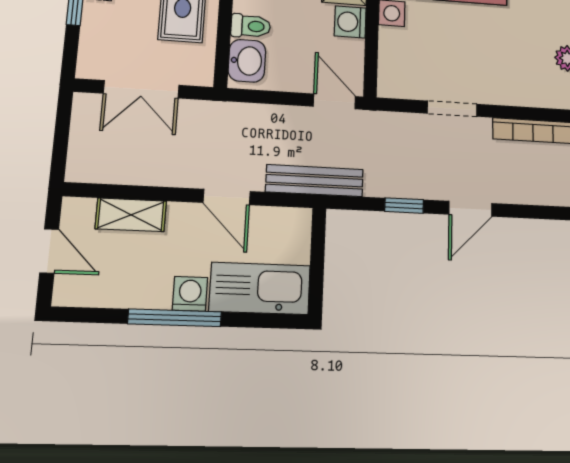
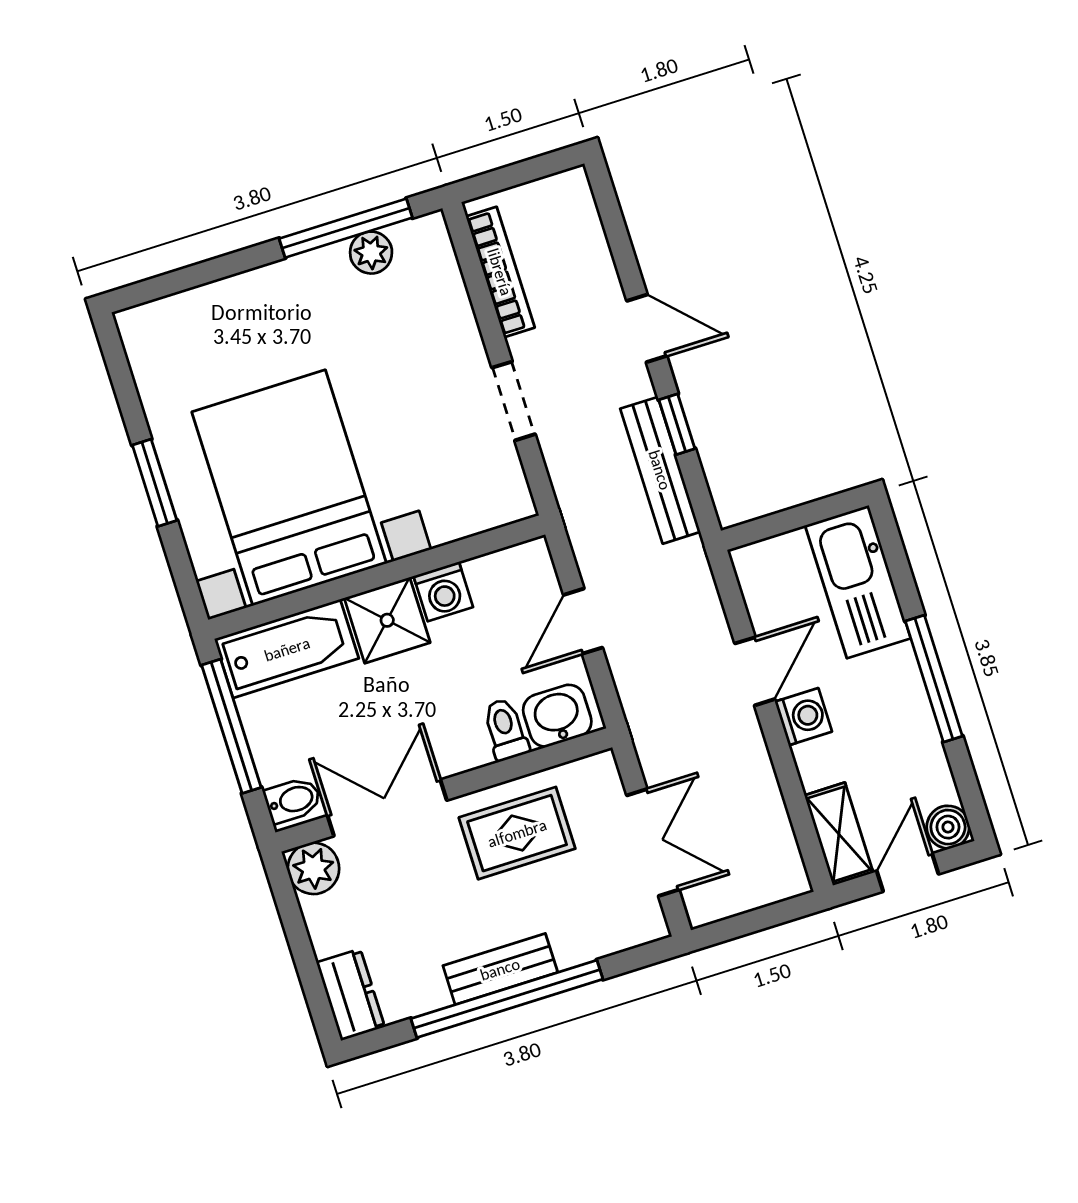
door: (334, 101) -> (583, 621), moved
bench: (315, 181) -> (660, 470), moved
shelving: (131, 215) -> (839, 834), moved
boiler: (69, 291) -> (948, 827), added
washing machine: (190, 294) -> (803, 717), moved, turned 180

